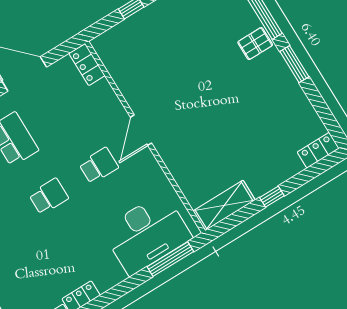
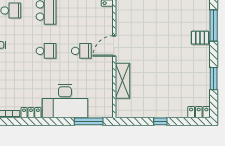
window: (294, 64) -> (214, 79), moved
shelving: (224, 205) -> (122, 81), moved, turned 90
desk: (147, 234) -> (65, 101), moved

